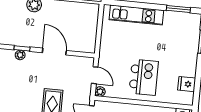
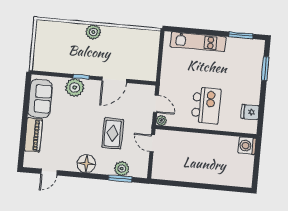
door: (54, 52) -> (114, 80), swing flipped
plant: (20, 55) -> (75, 87), width x1.87, depth x1.87

